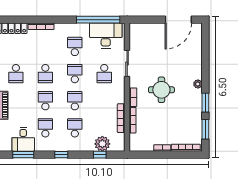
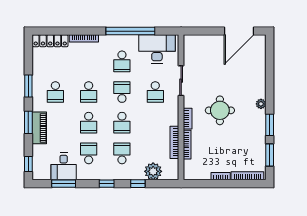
window: (98, 20) -> (130, 31), moved
school desk: (75, 46) -> (122, 61), turned 180
school desk: (45, 101) -> (89, 123), turned 180
school desk: (75, 101) -> (122, 123), turned 180
window: (100, 155) -> (138, 184), moved

